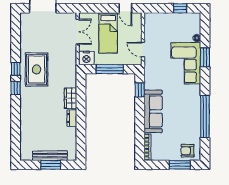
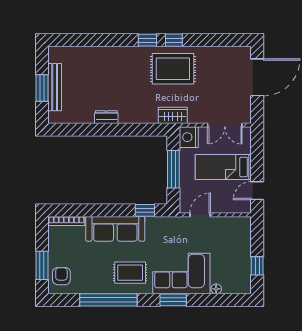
window: (205, 57) -> (173, 300), moved
wardrobe: (70, 98) -> (173, 115), moved
rug: (185, 101) -> (130, 273), added

